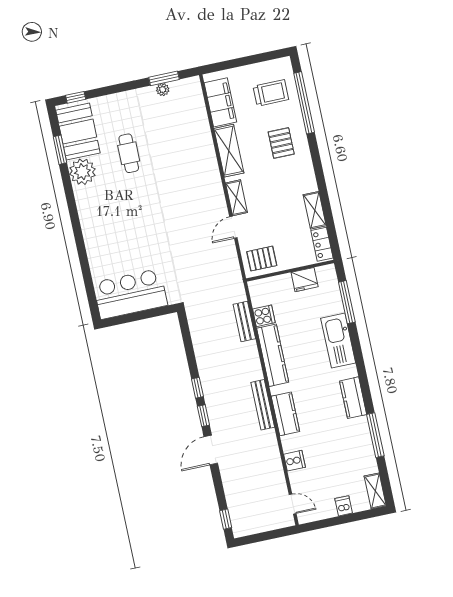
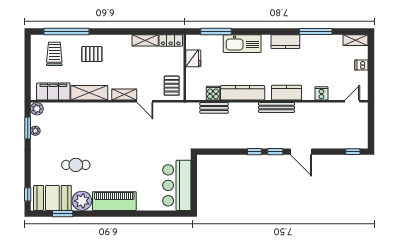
plant: (192, 85) -> (37, 109), added
piano: (91, 215) -> (114, 201), added

